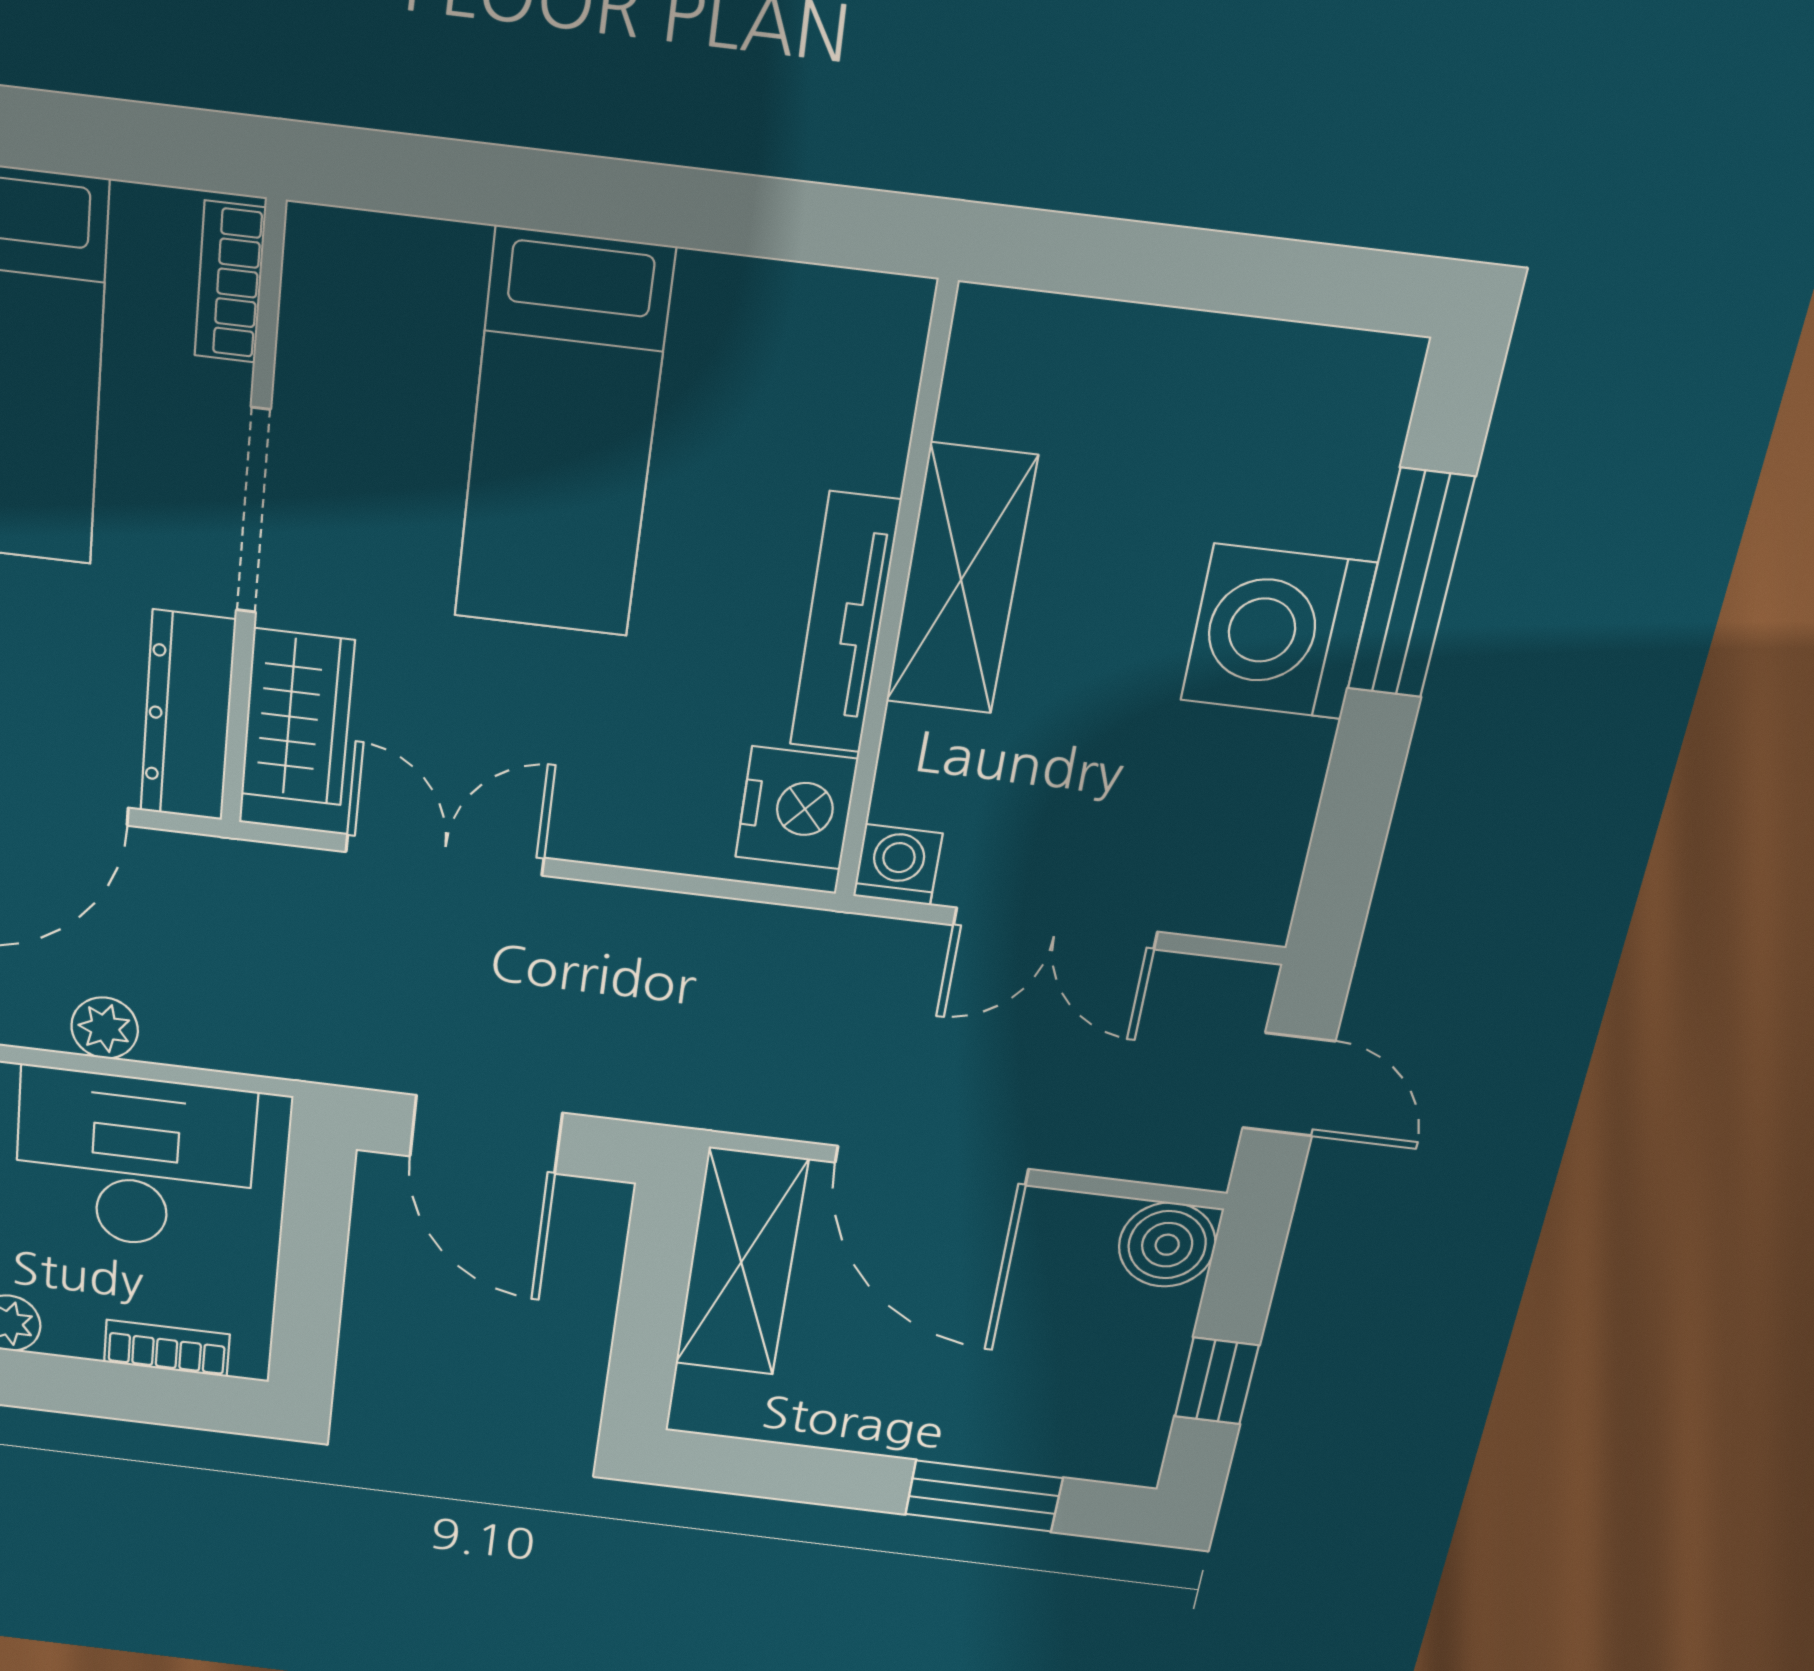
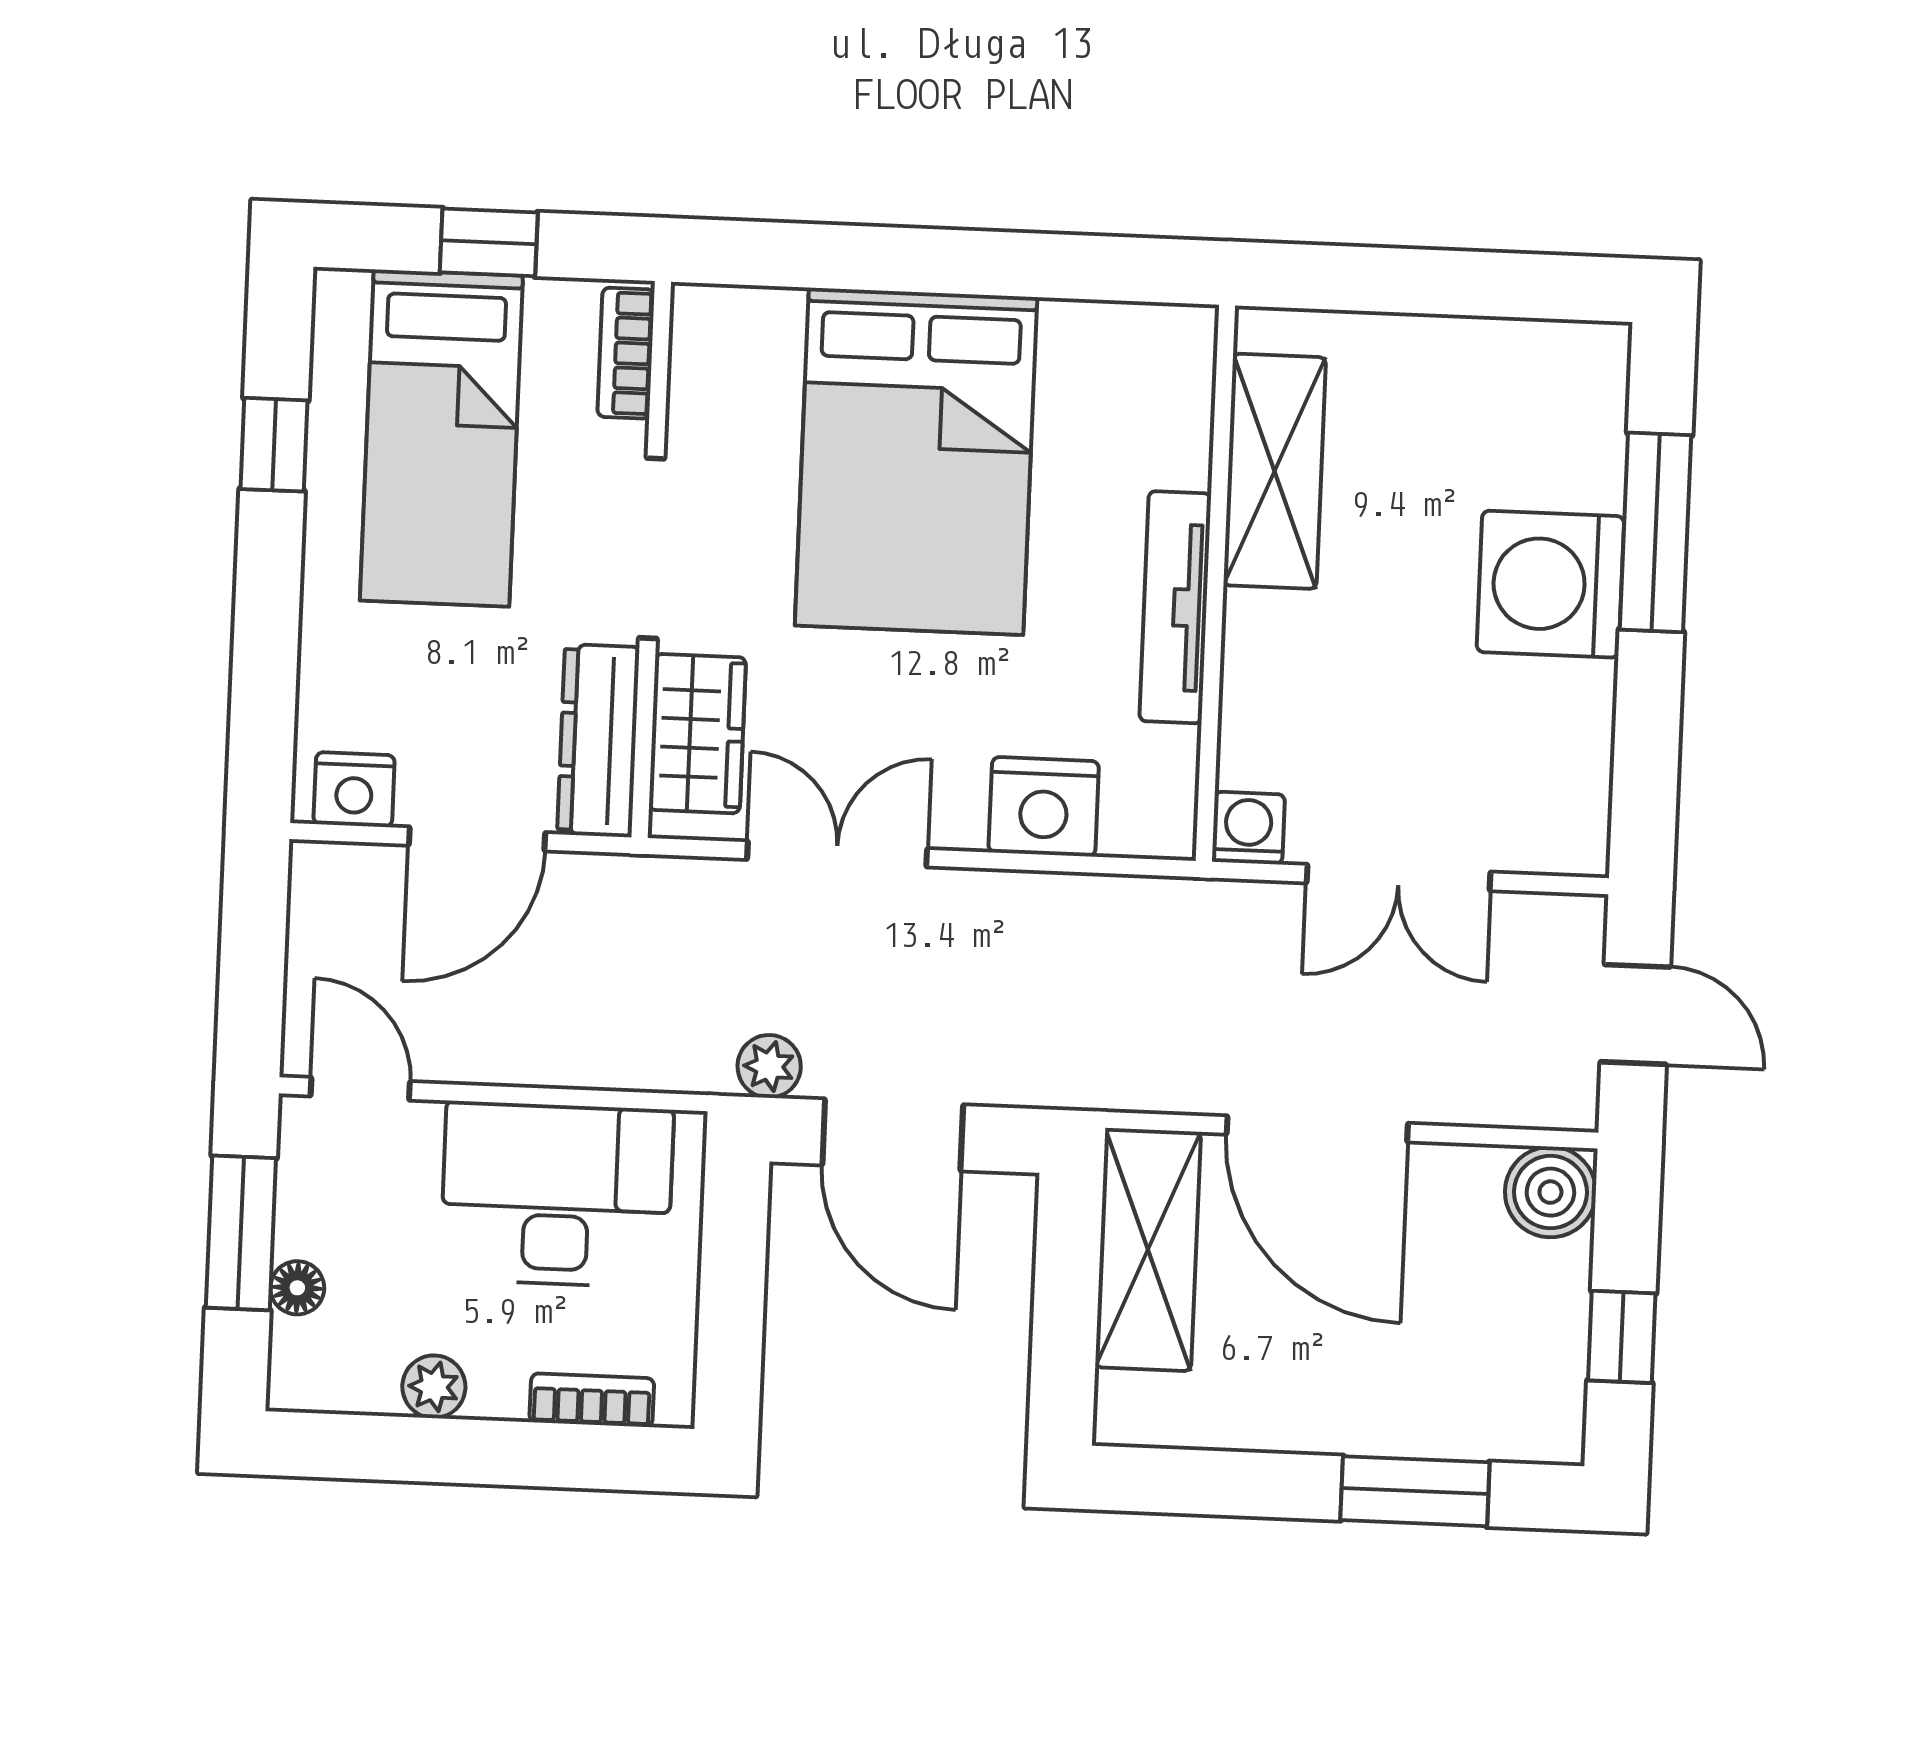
window: (69, 134) -> (489, 242), added
bed: (563, 436) -> (916, 461), width x1.50
shelving: (961, 580) -> (1275, 471), moved
nightstand: (796, 808) -> (1044, 807), moved, turned 90
plant: (105, 1028) -> (769, 1066), moved

